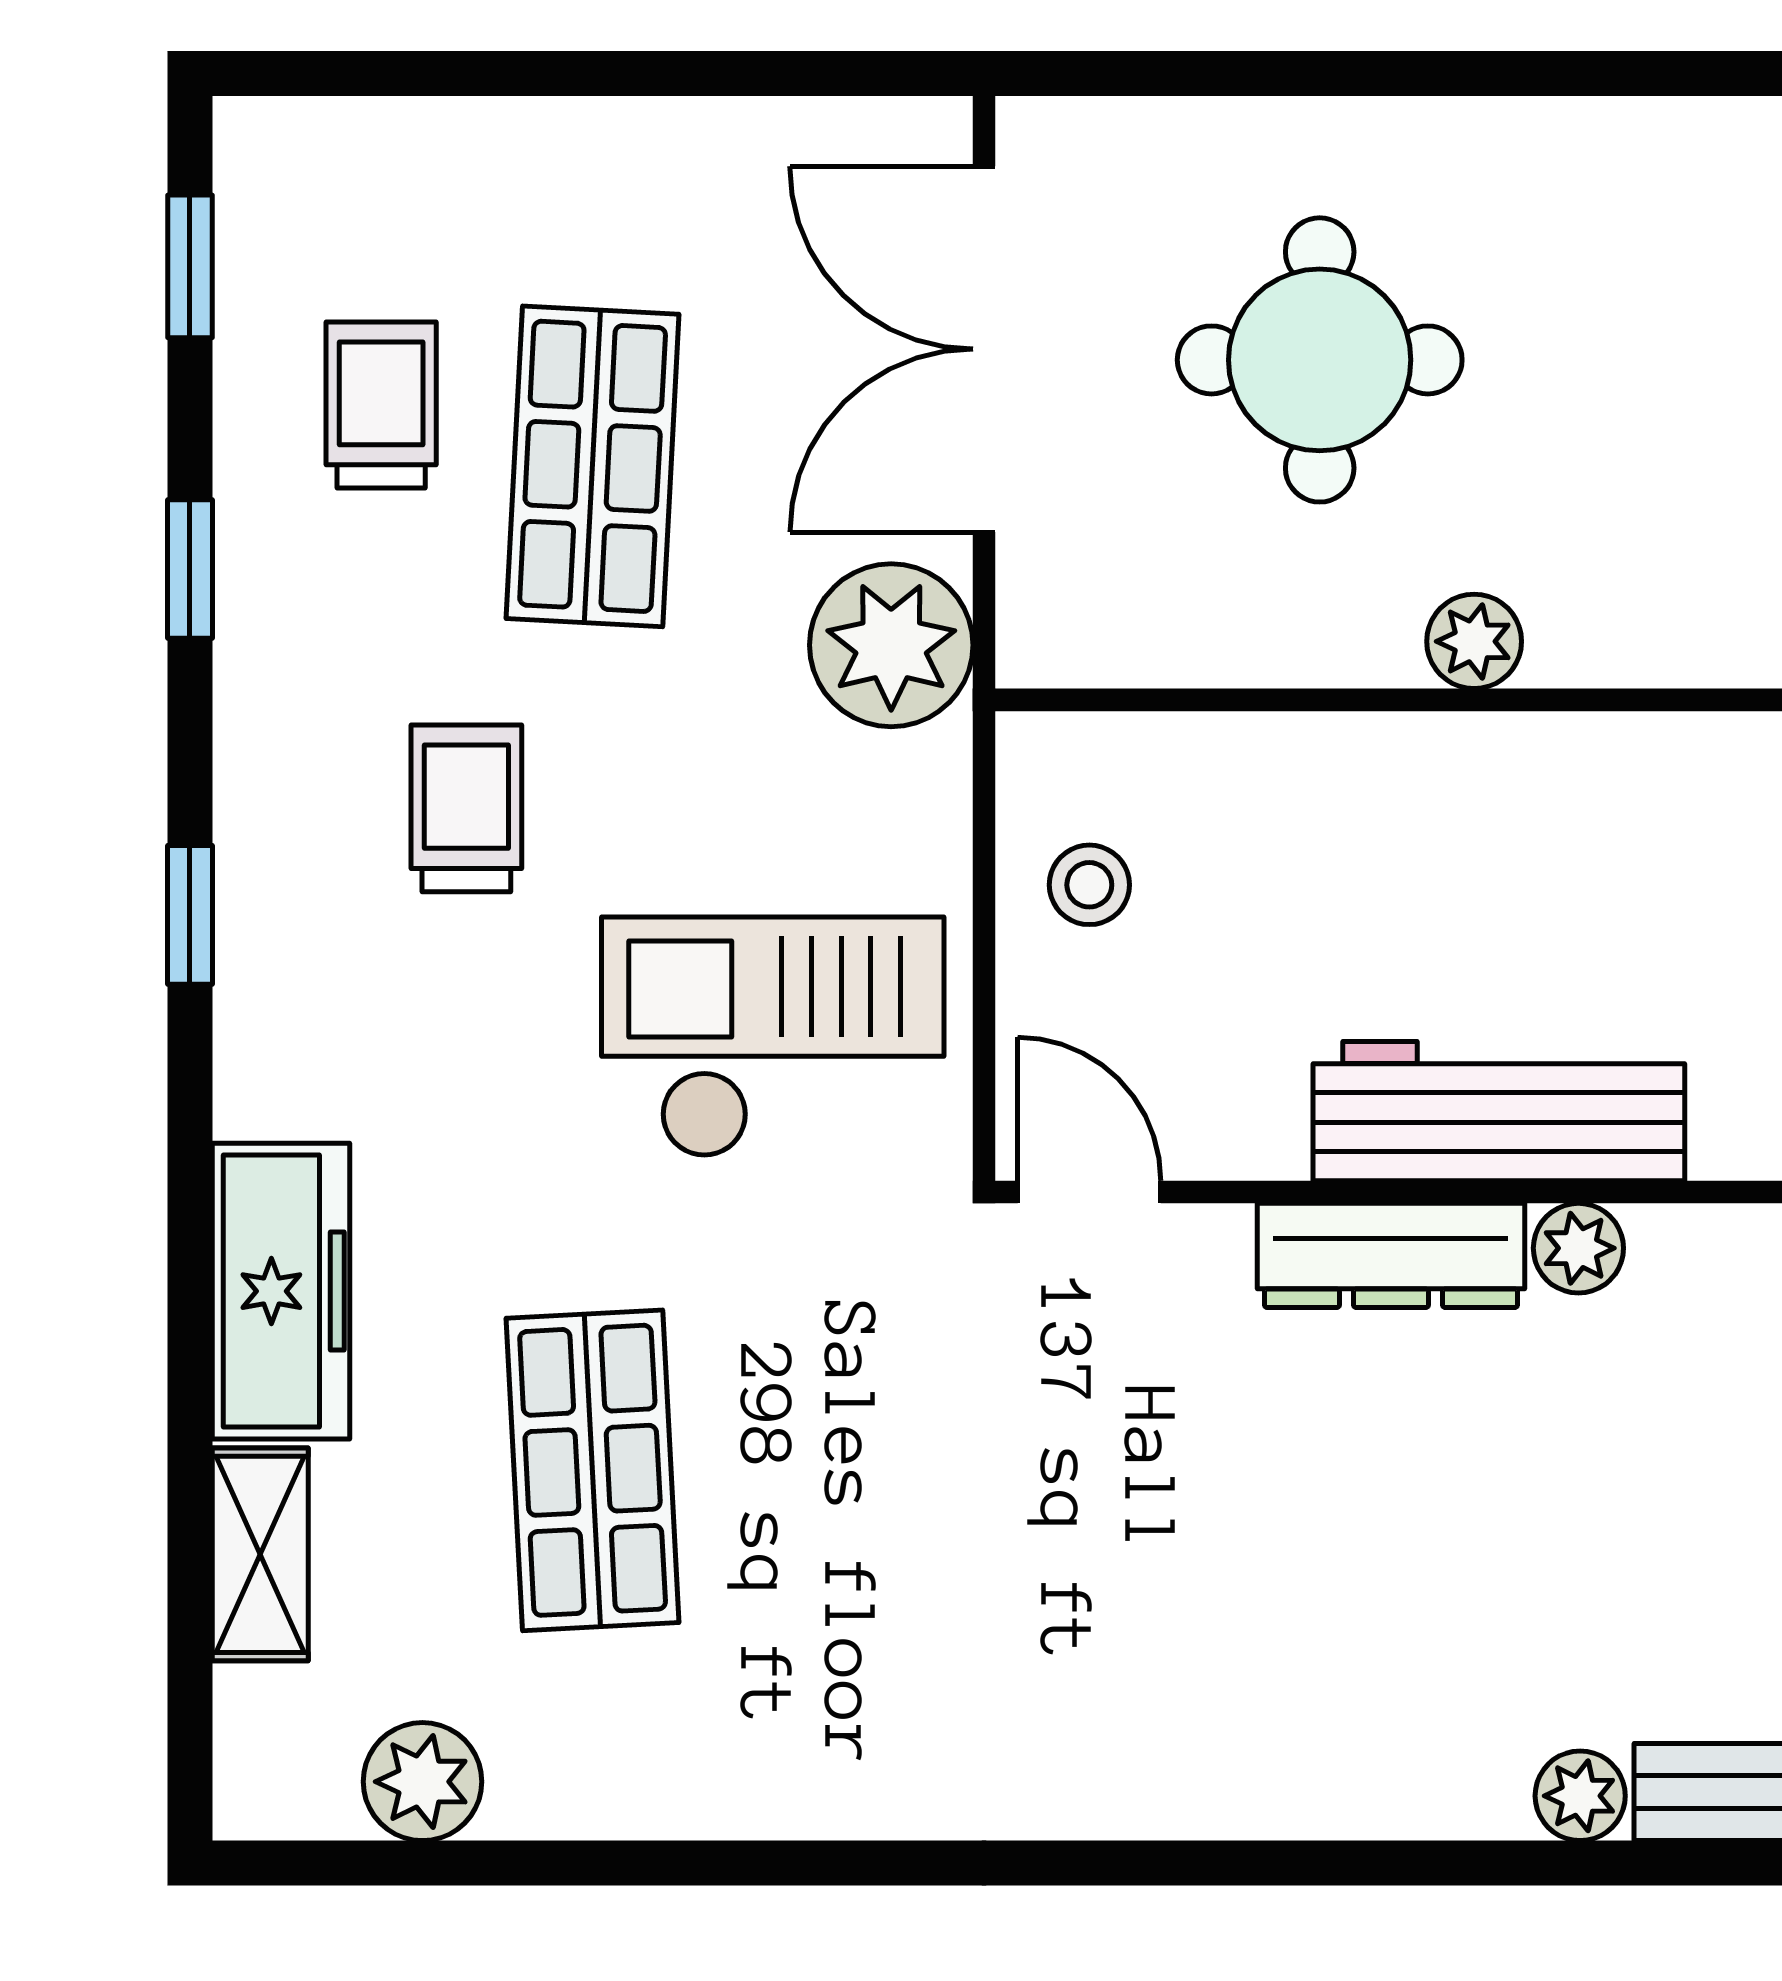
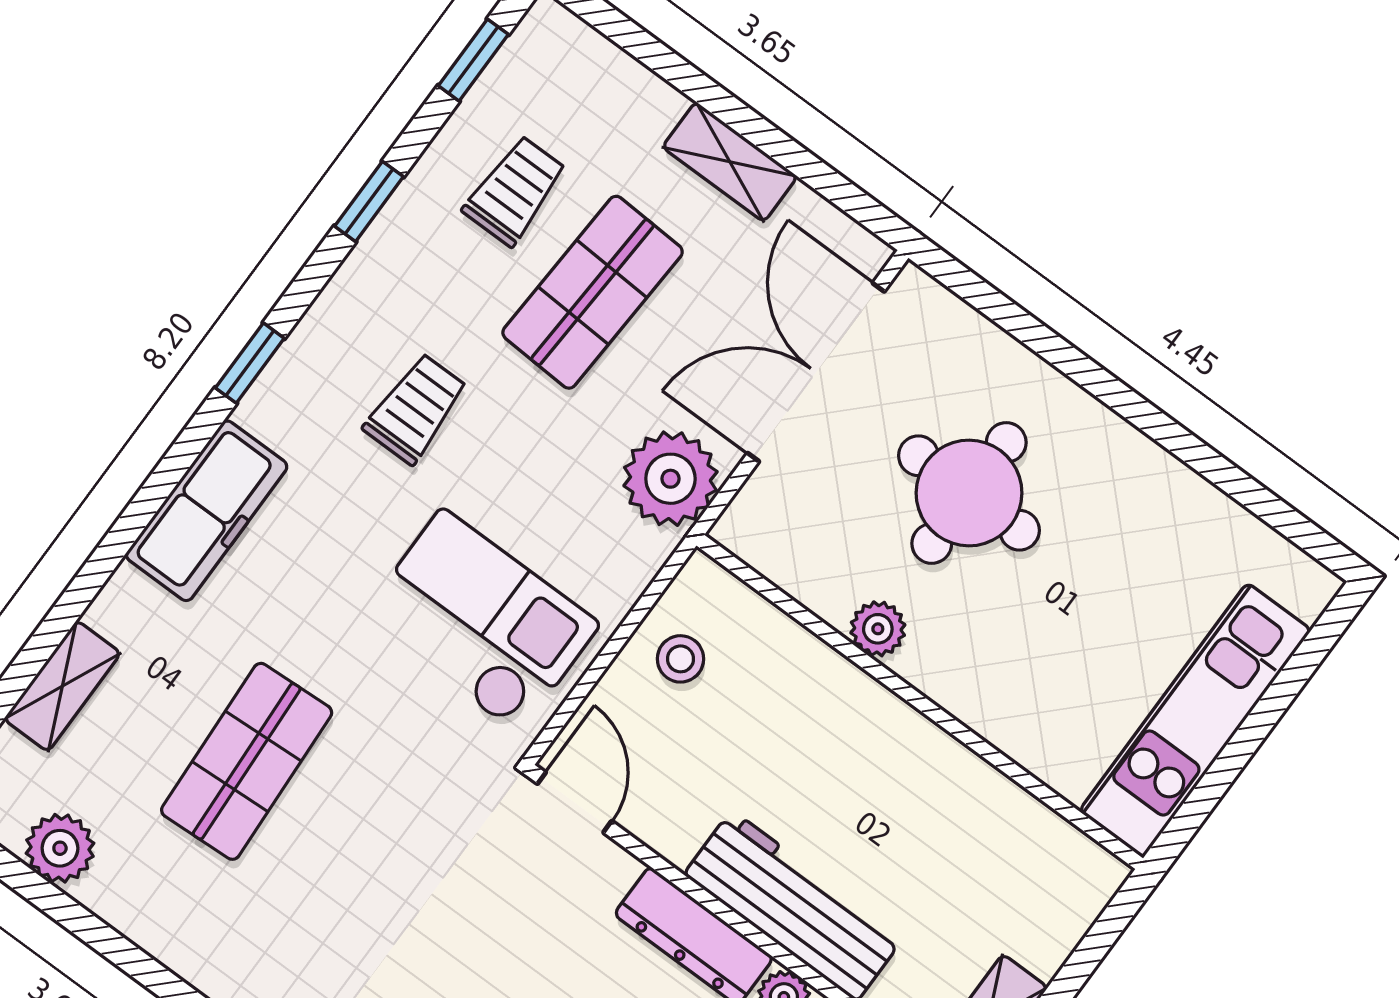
shelving: (650, 145) -> (730, 162), added
plant: (1474, 641) -> (878, 629), moved
freezer: (281, 1291) -> (207, 511), moved

